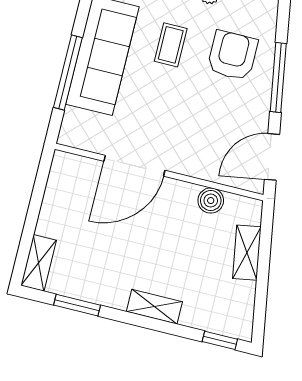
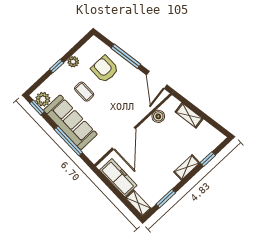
freezer: (60, 200) -> (118, 178), added
window: (220, 340) -> (208, 159), moved

